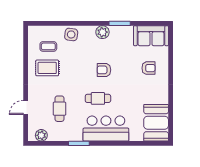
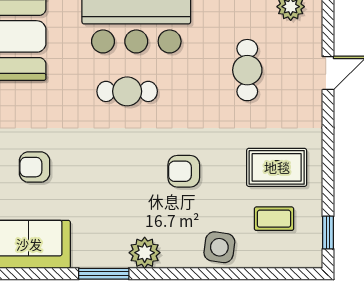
window: (26, 41) -> (328, 233), added
armchair: (104, 70) -> (184, 171), moved, turned 180
cafe table: (98, 98) -> (127, 91), moved

